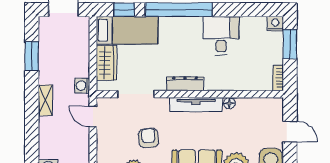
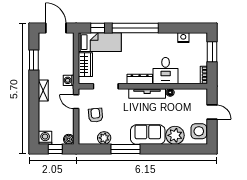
nightstand: (275, 24) -> (183, 38), moved
desk: (221, 36) -> (166, 71), moved, turned 180
armchair: (148, 138) -> (96, 115), moved

